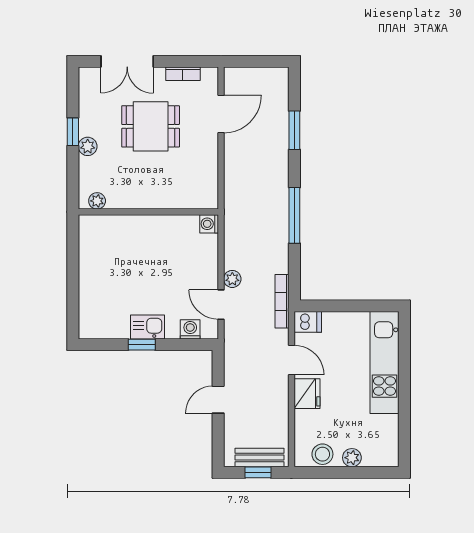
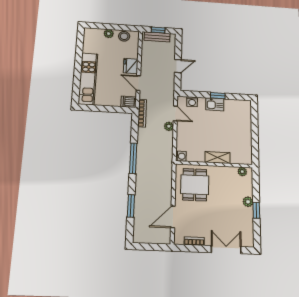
dining table: (151, 126) -> (195, 185), moved, turned 90
shelving: (142, 225) -> (217, 158), added

